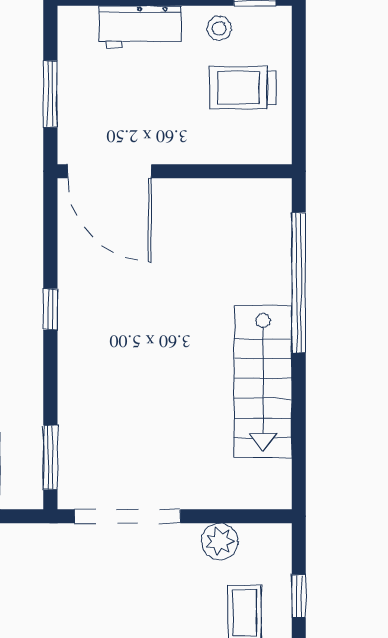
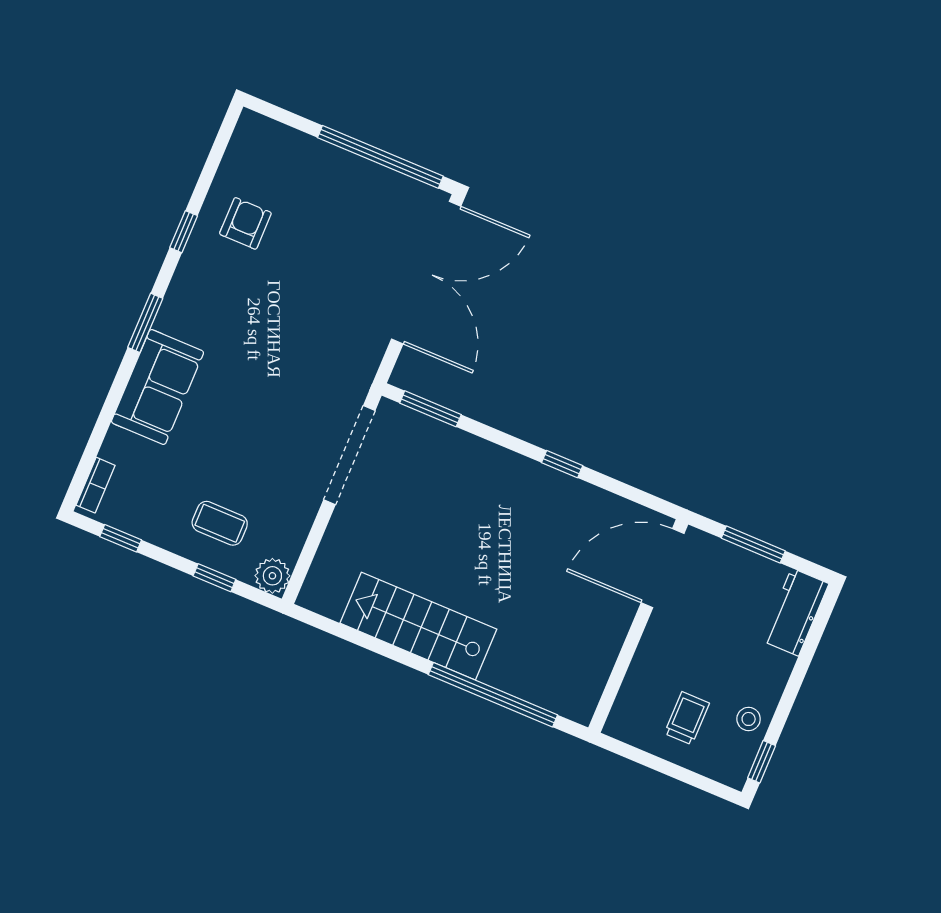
workbench: (140, 27) -> (795, 612), moved
trolley: (243, 88) -> (687, 718), width x0.73, depth x0.72
plant: (220, 541) -> (272, 576), moved

